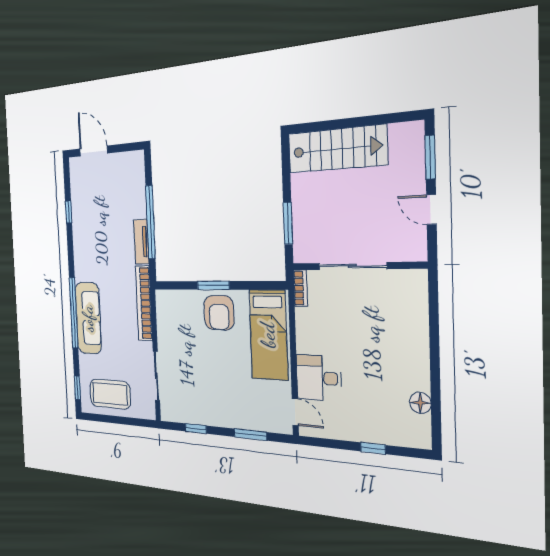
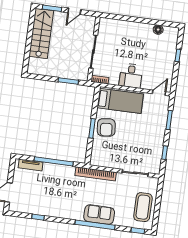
stairs: (337, 149) -> (41, 33), moved
tv unit: (141, 242) -> (31, 165), moved
armchair: (219, 313) -> (106, 127), turned 84
sofa: (88, 318) -> (99, 215), width x0.73
desk: (319, 378) -> (131, 76), moved

